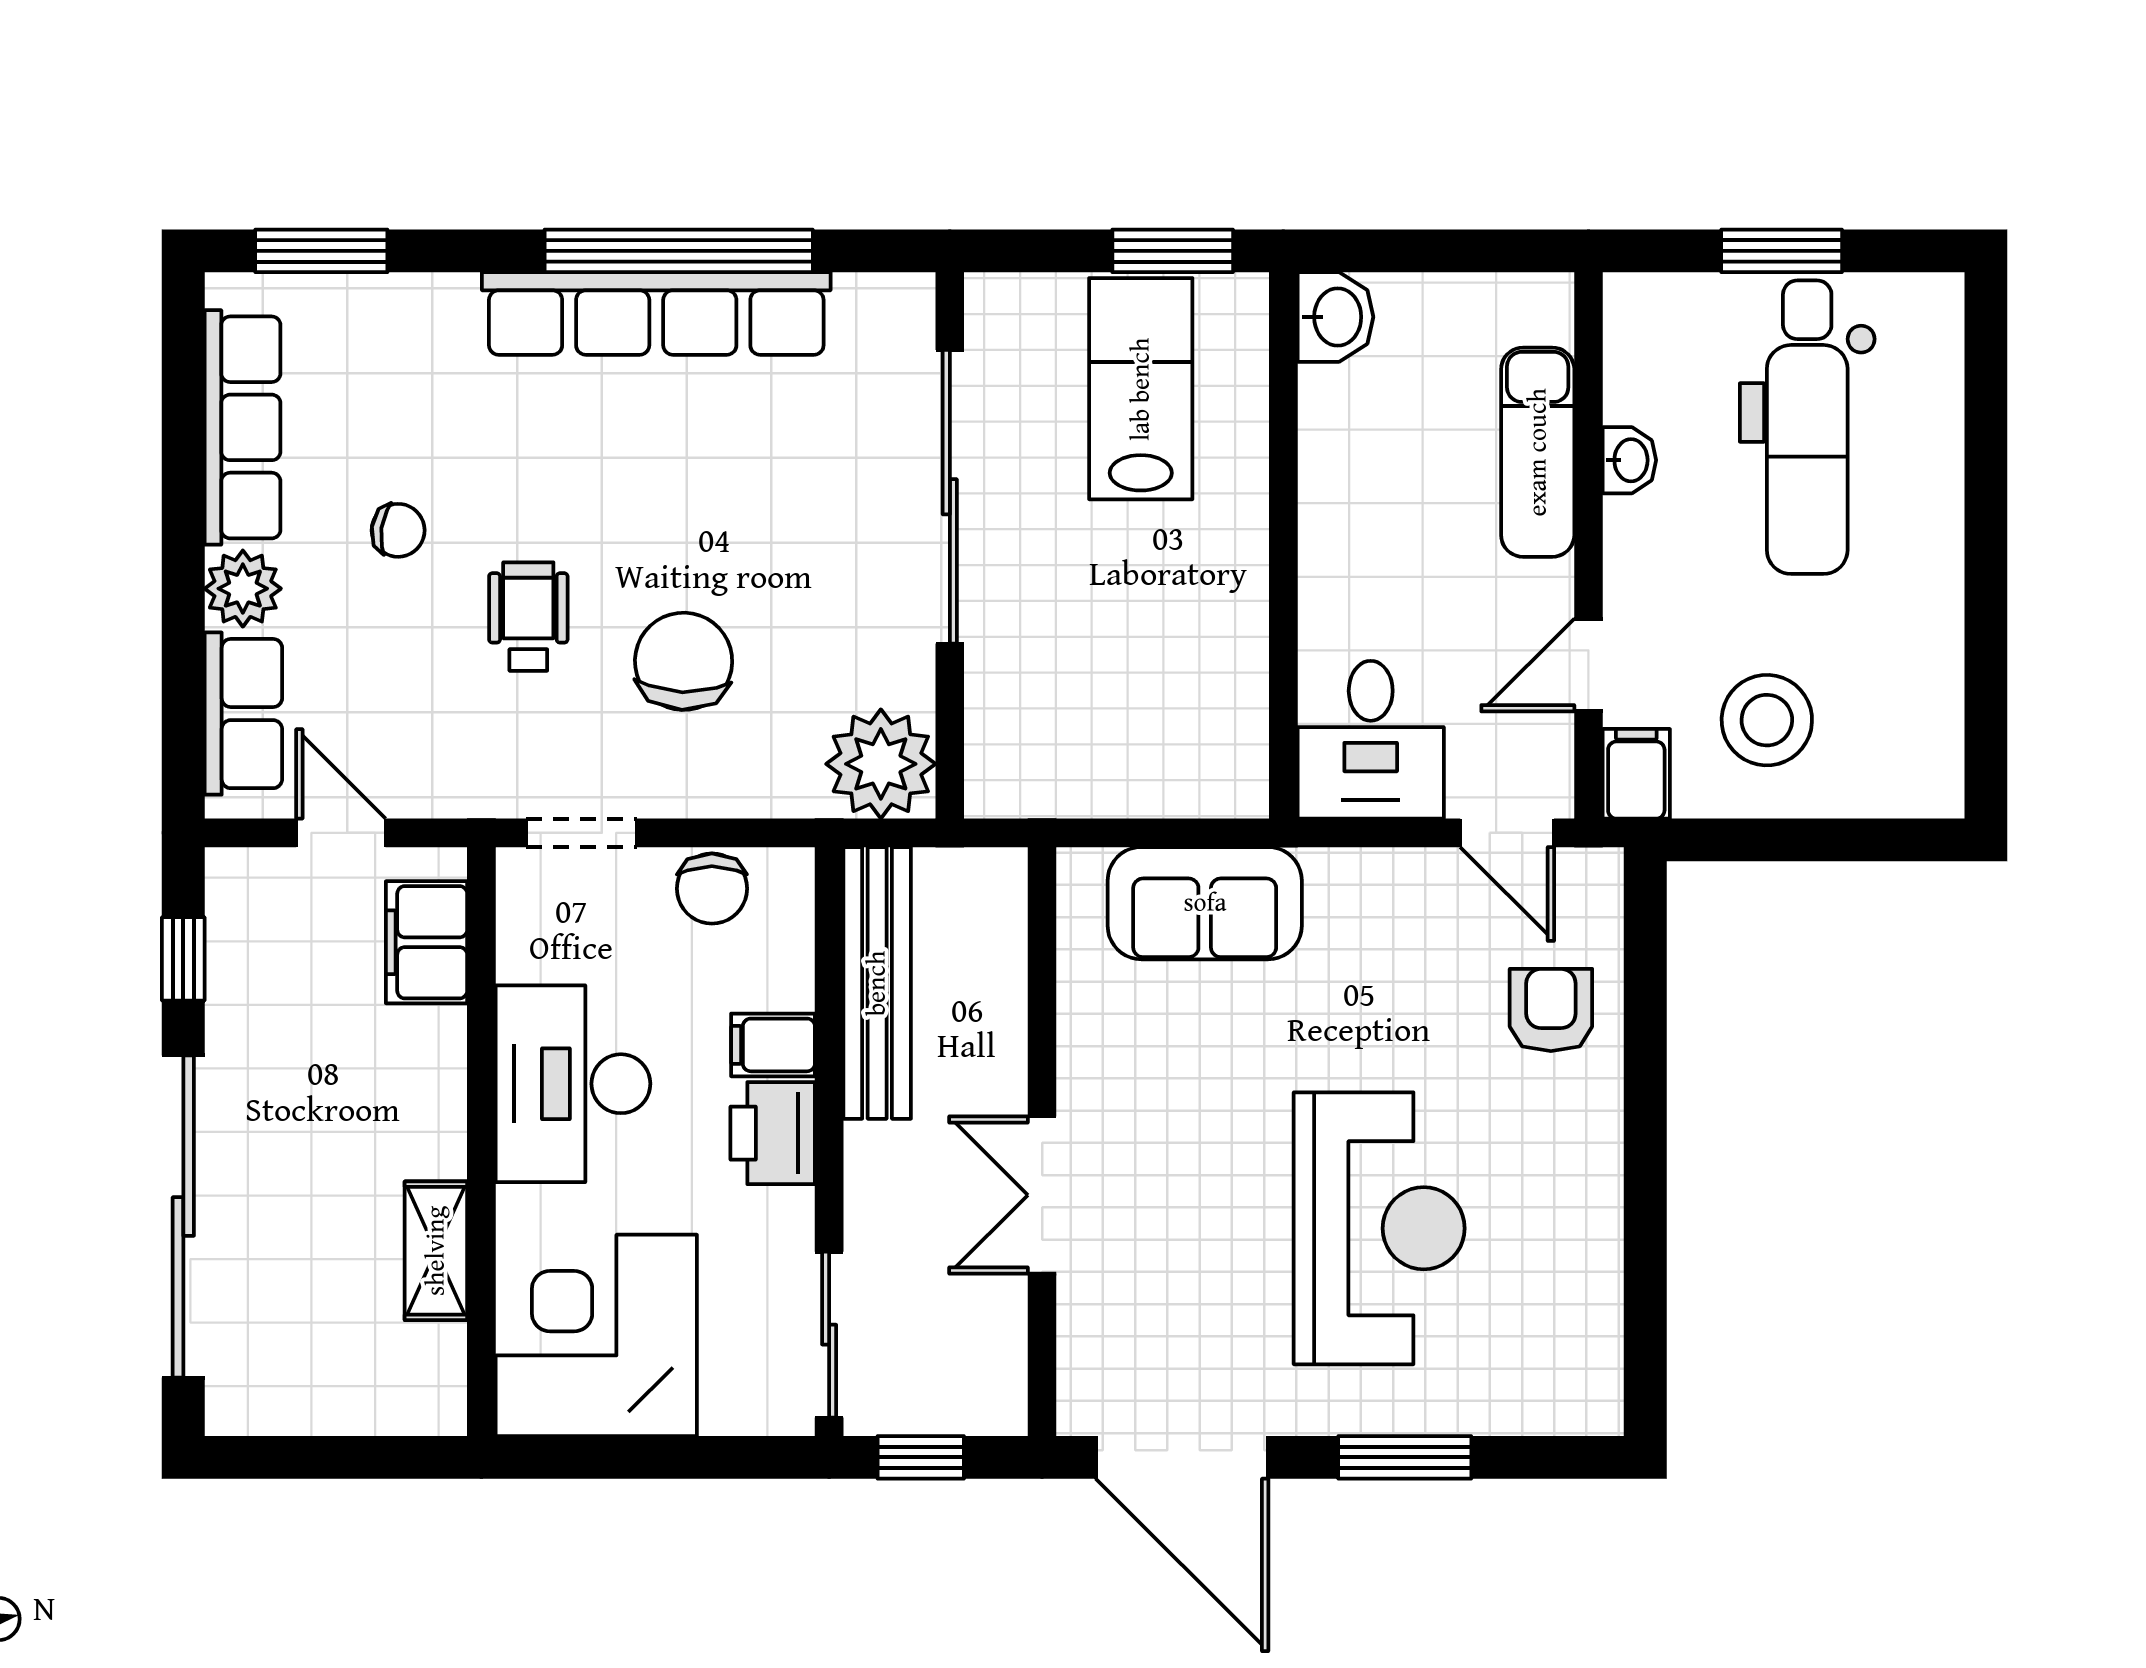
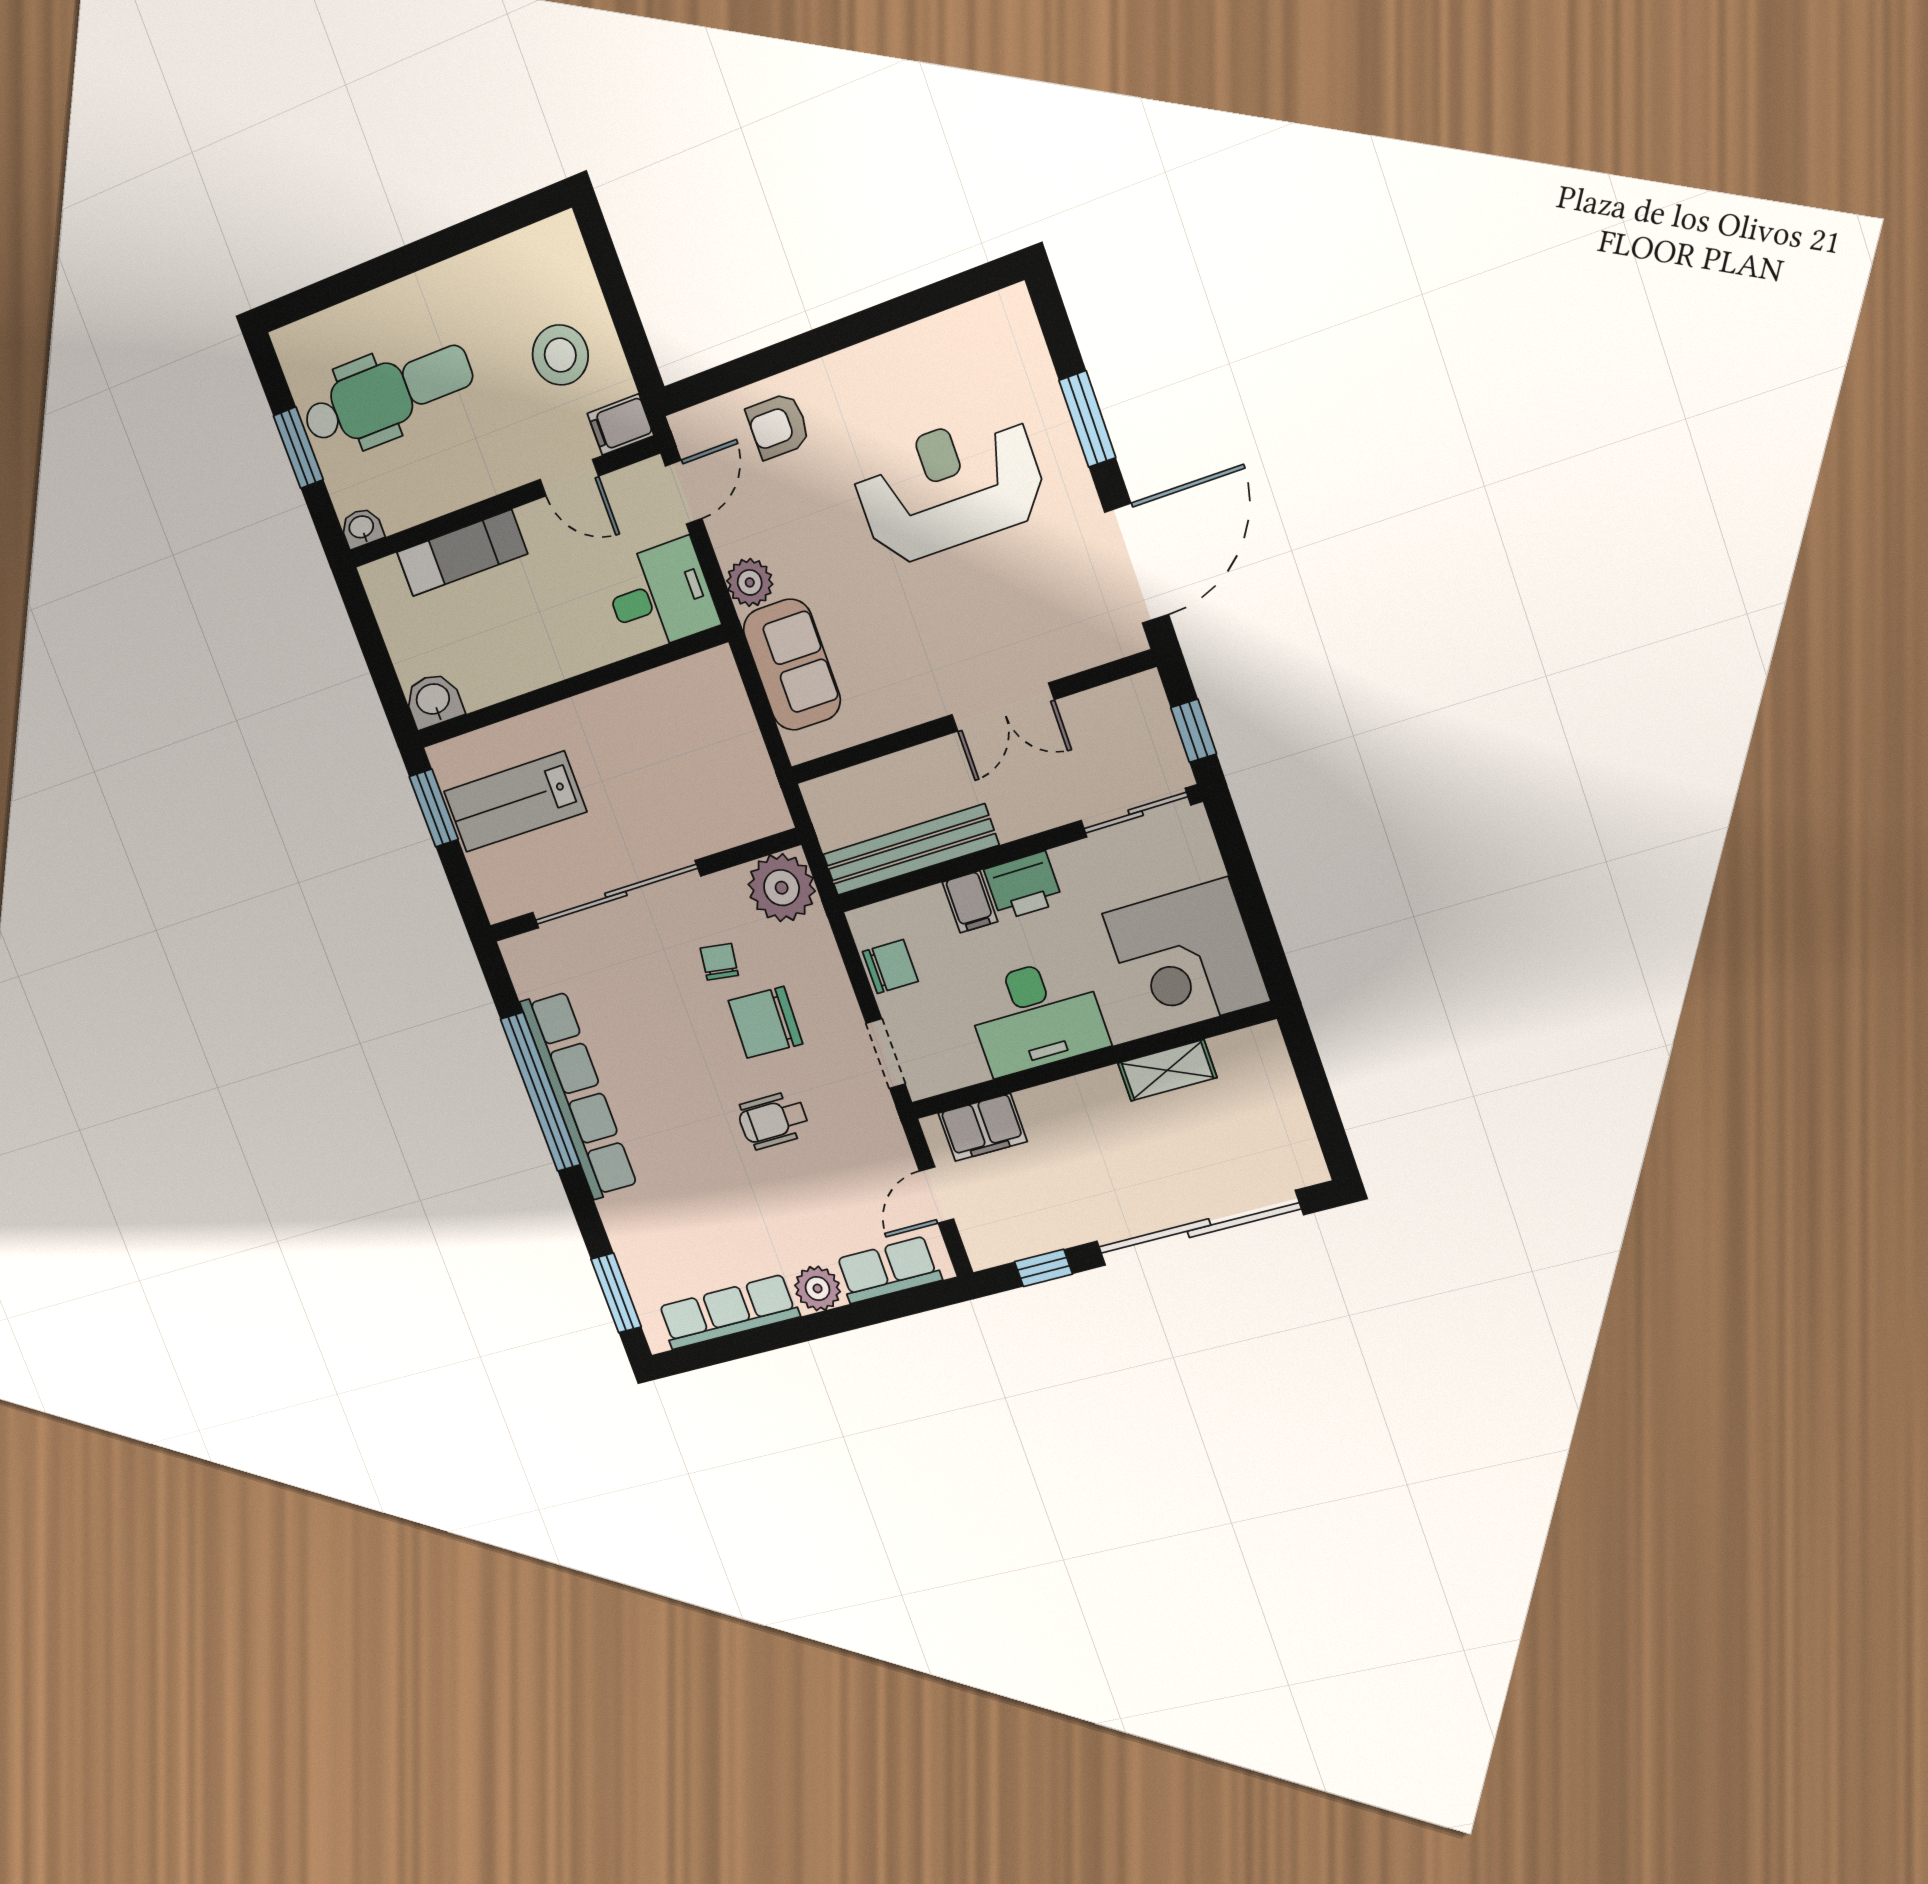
washbasin: (1629, 460) -> (362, 528), moved
chair: (398, 530) -> (719, 962), moved
plant: (1344, 884) -> (750, 582), added

